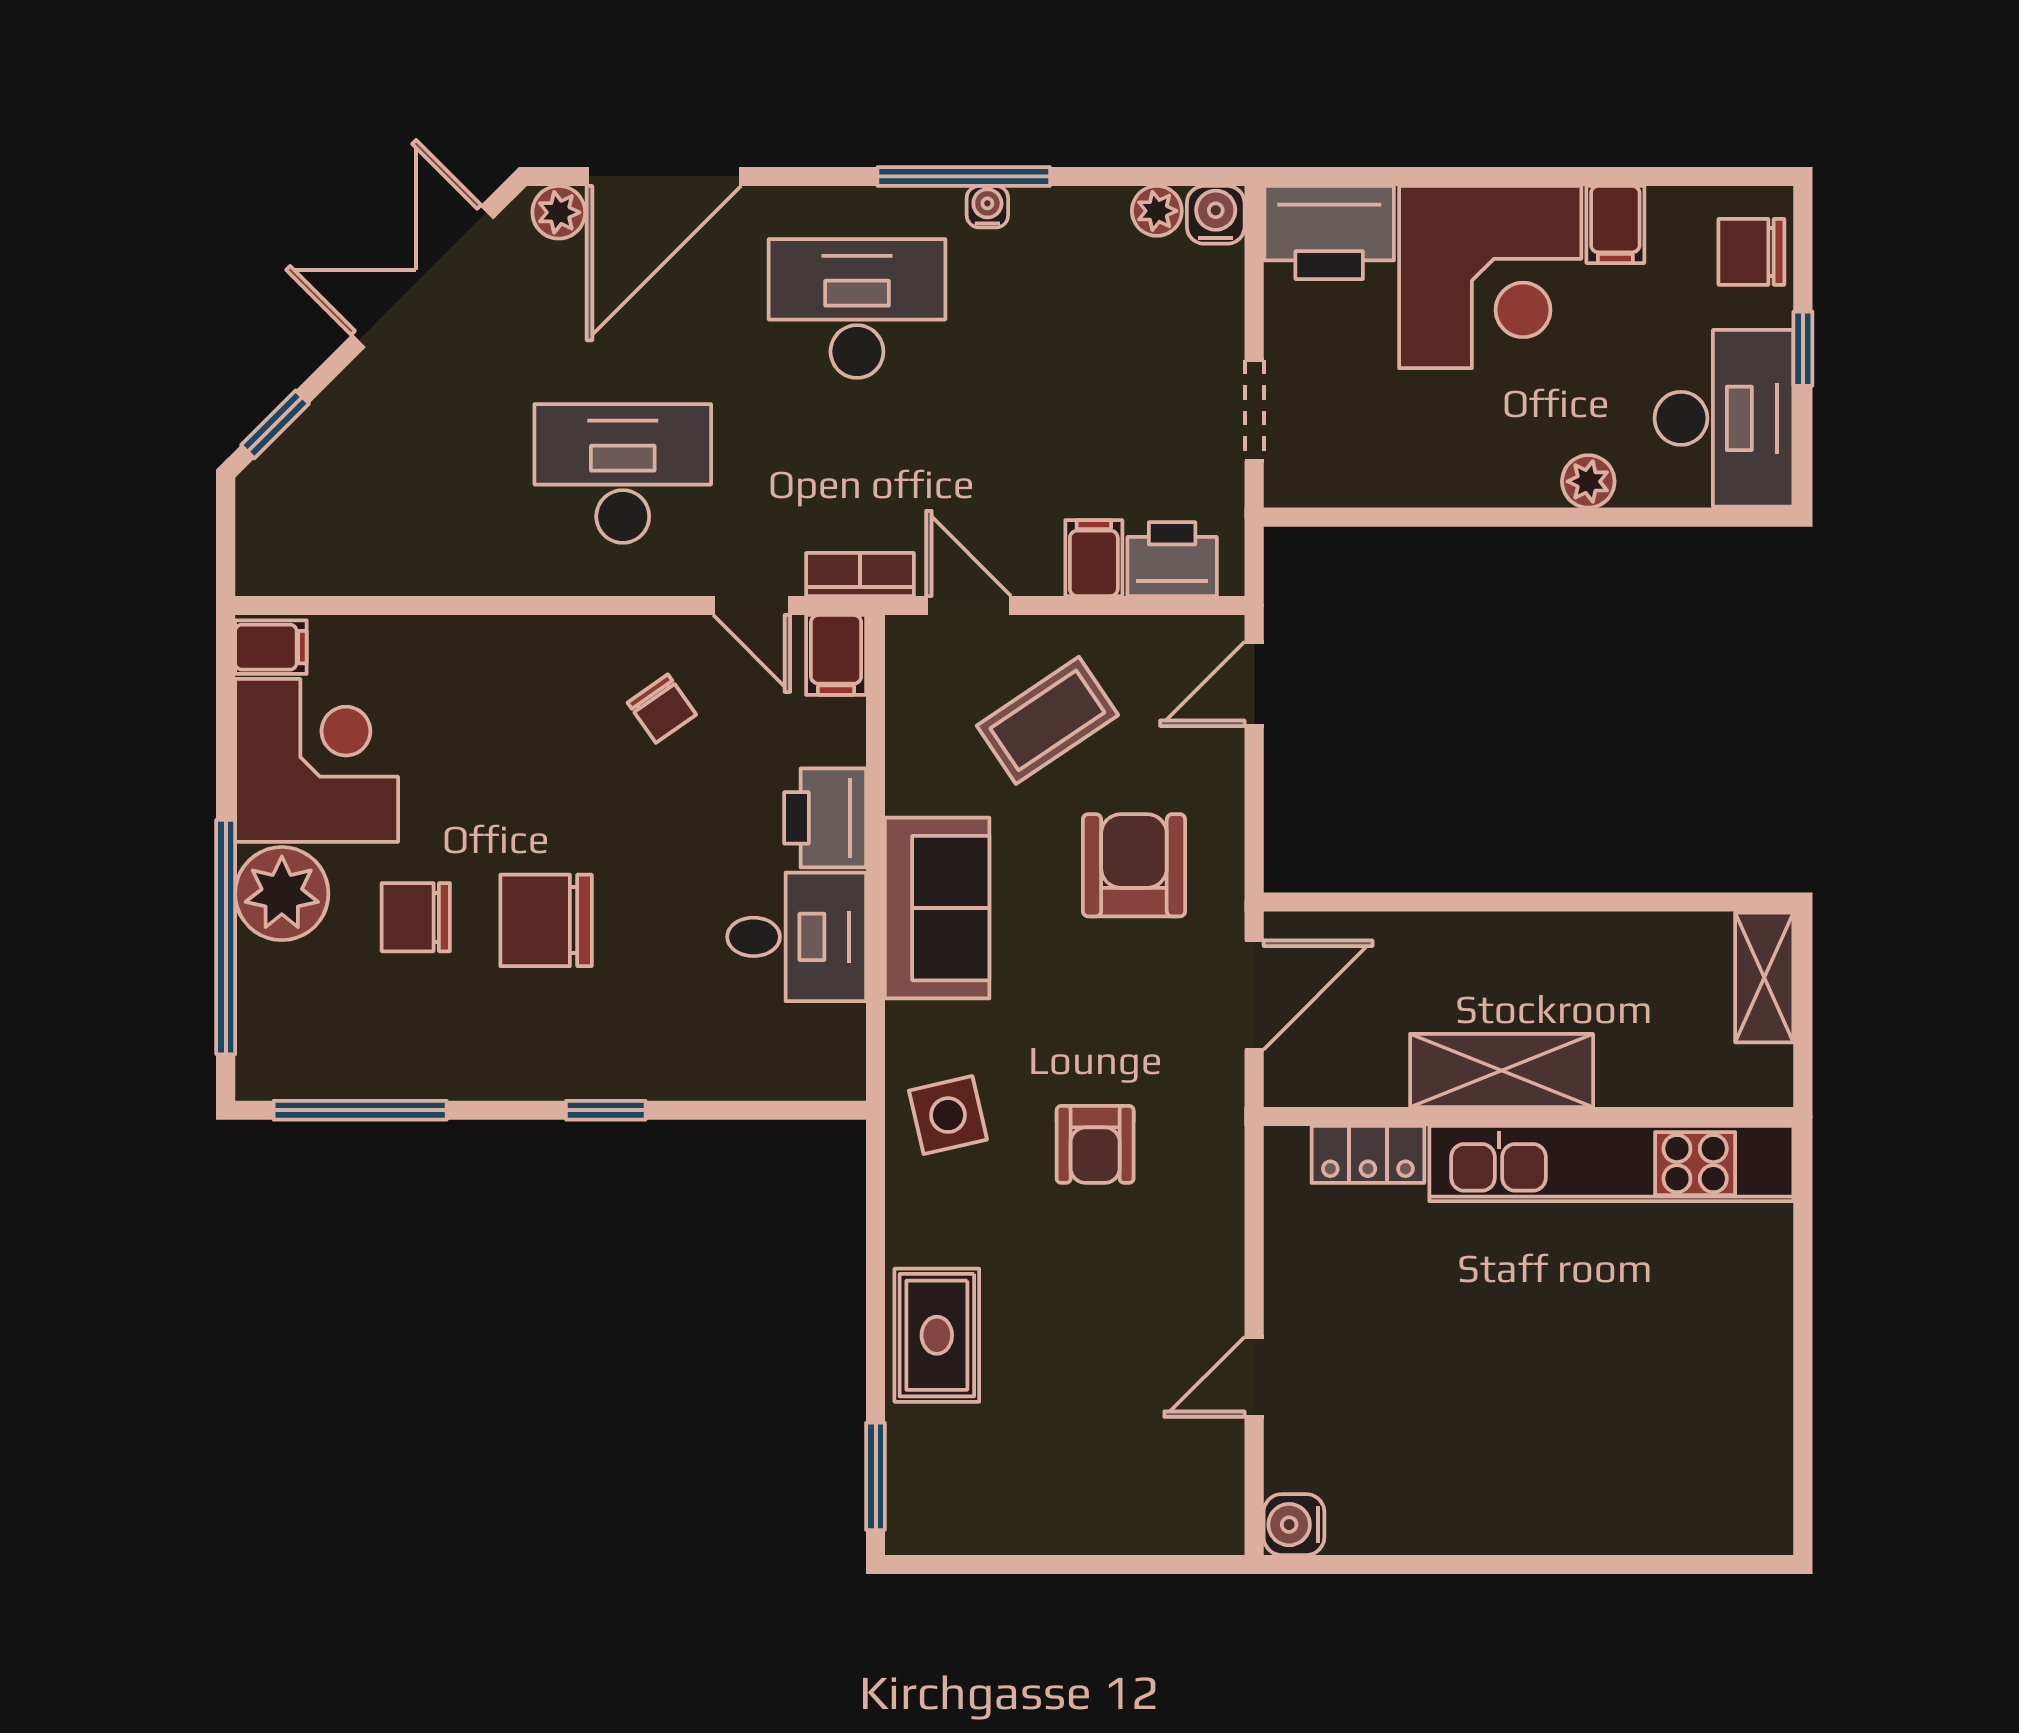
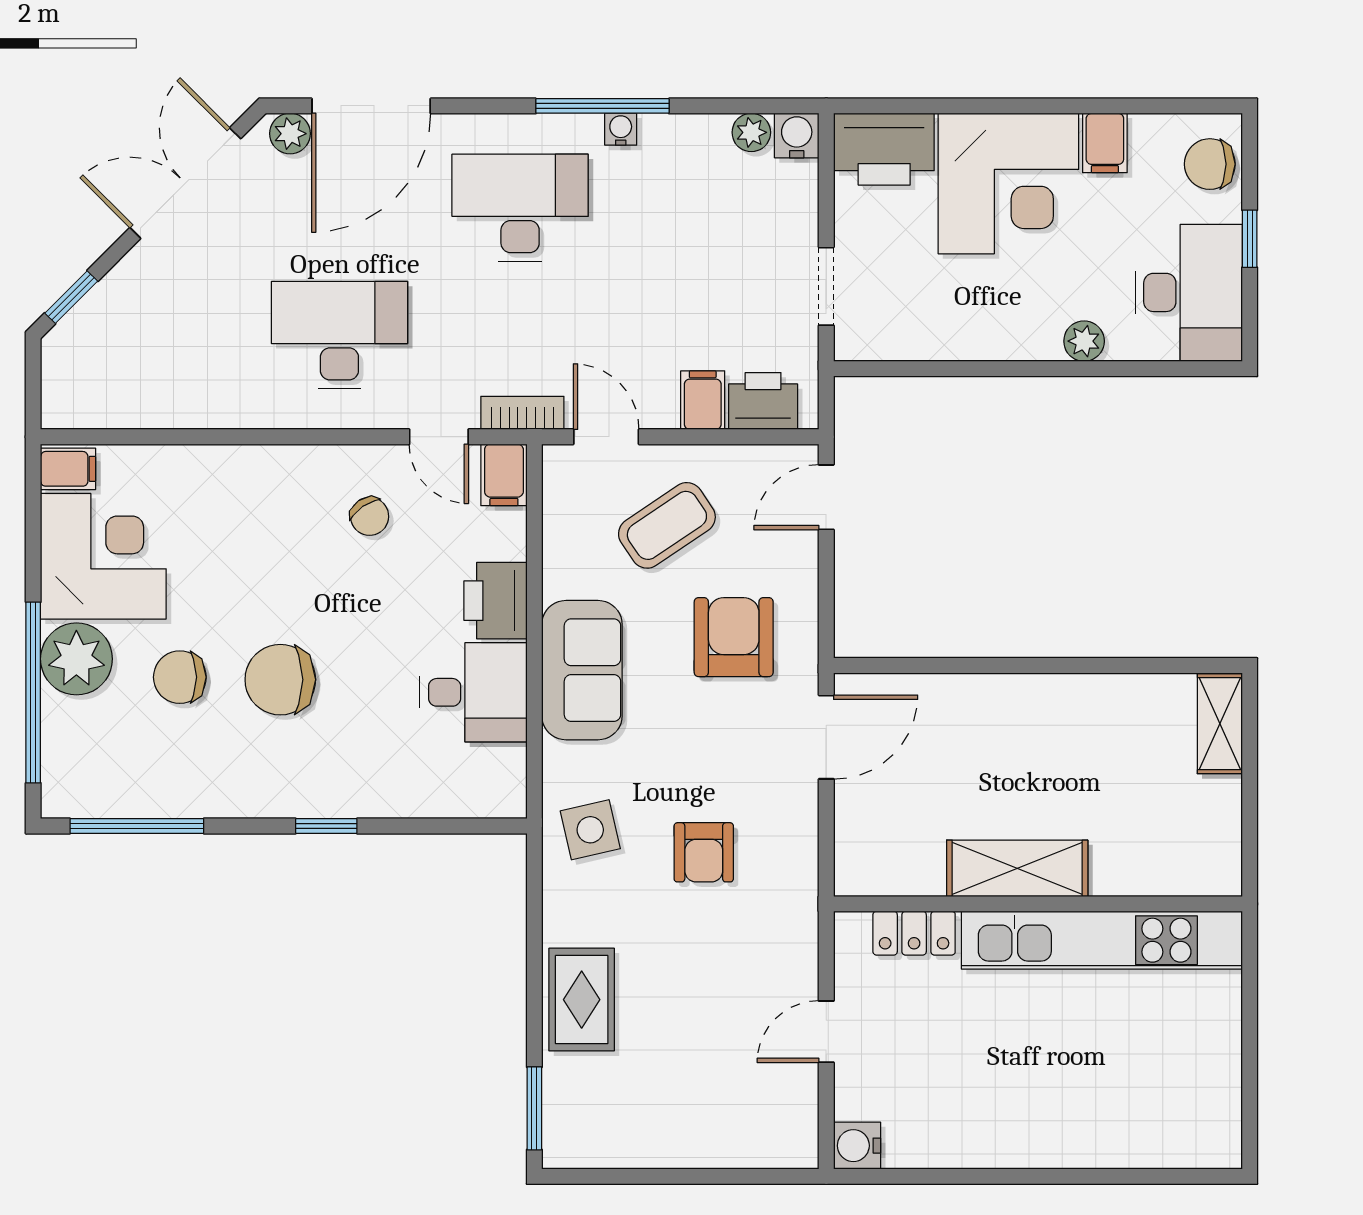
shelving: (1502, 1070) -> (1017, 868), moved
wall: (1528, 1117) -> (1038, 904), moved
locker: (1368, 1154) -> (914, 933), moved
kitchen unit: (1611, 1164) -> (1102, 940), moved

